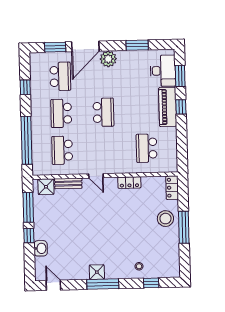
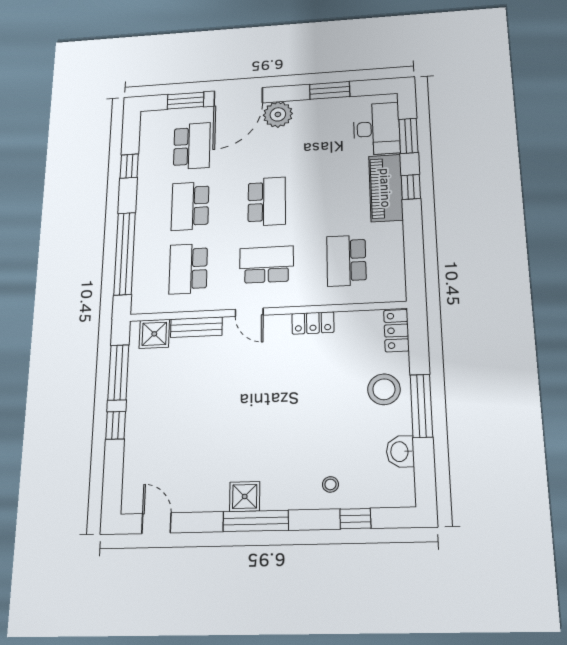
school desk: (104, 149) -> (267, 265), added
washbasin: (41, 248) -> (400, 452), moved, turned 180

